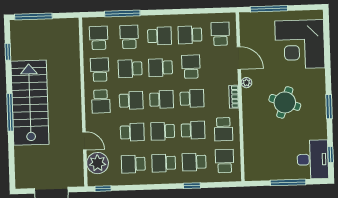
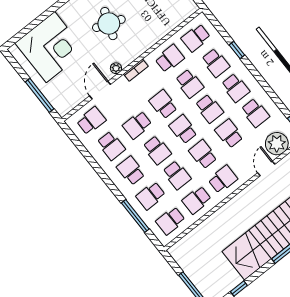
school desk: (220, 34) -> (91, 121), turned 180
school desk: (193, 130) -> (189, 84), turned 180

